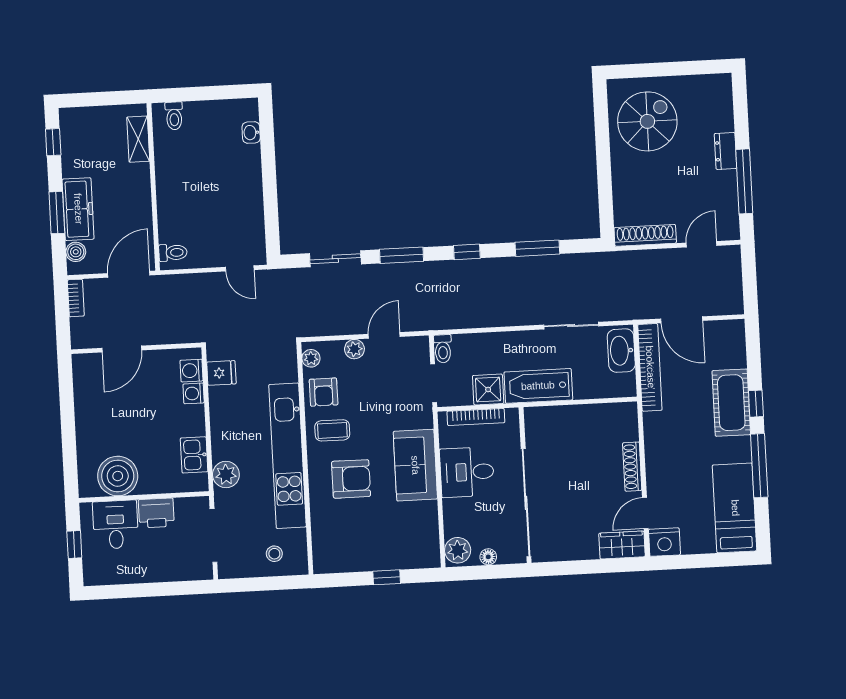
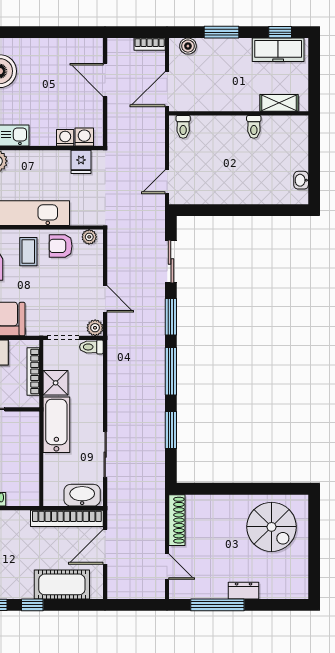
toilet: (174, 116) -> (254, 127), moved, turned -90
washbasin: (251, 133) -> (301, 180), moved, turned -90
freezer: (78, 209) -> (278, 50), moved
window: (467, 252) -> (171, 371), width x2.17
door: (129, 274) -> (167, 89), swing flipped
plant: (354, 349) -> (95, 328), moved
cot: (731, 403) -> (62, 584), moved

